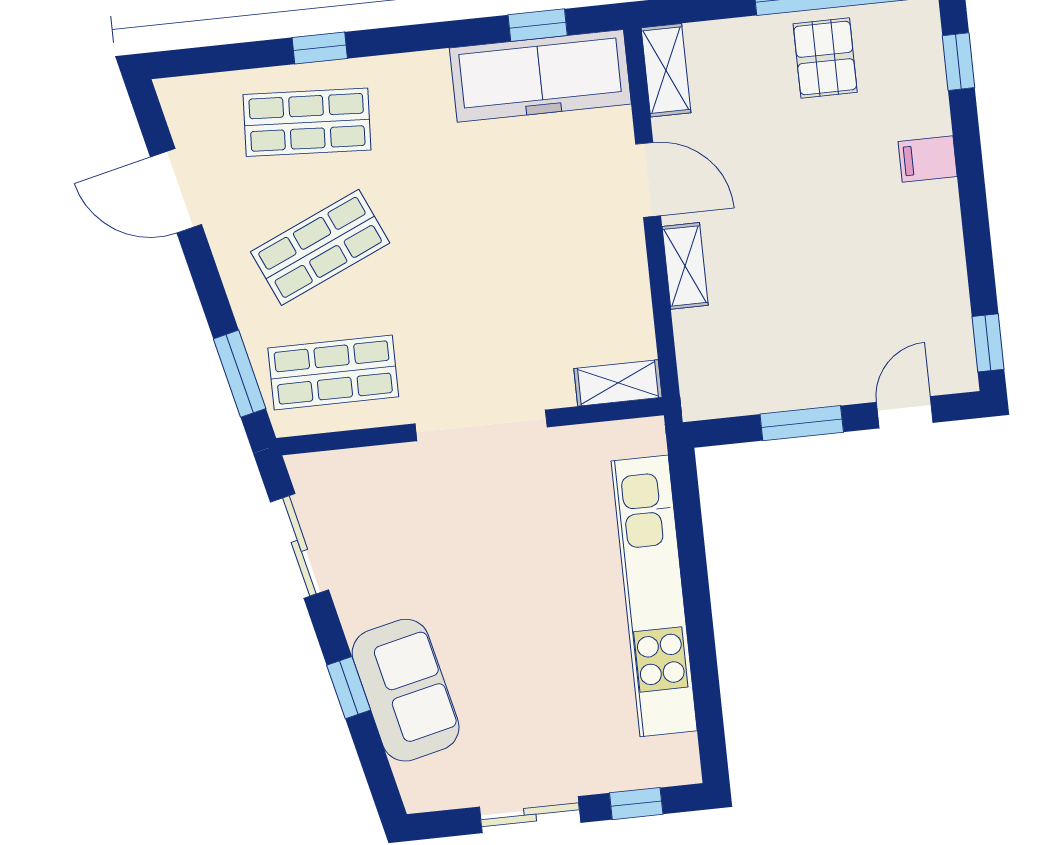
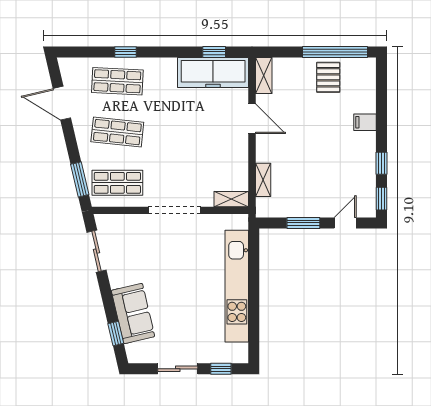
window: (958, 62) -> (382, 163), moved
shop shelf: (320, 247) -> (117, 132), turned 30
shelving: (685, 266) -> (263, 180), moved
window: (349, 688) -> (116, 334), moved

